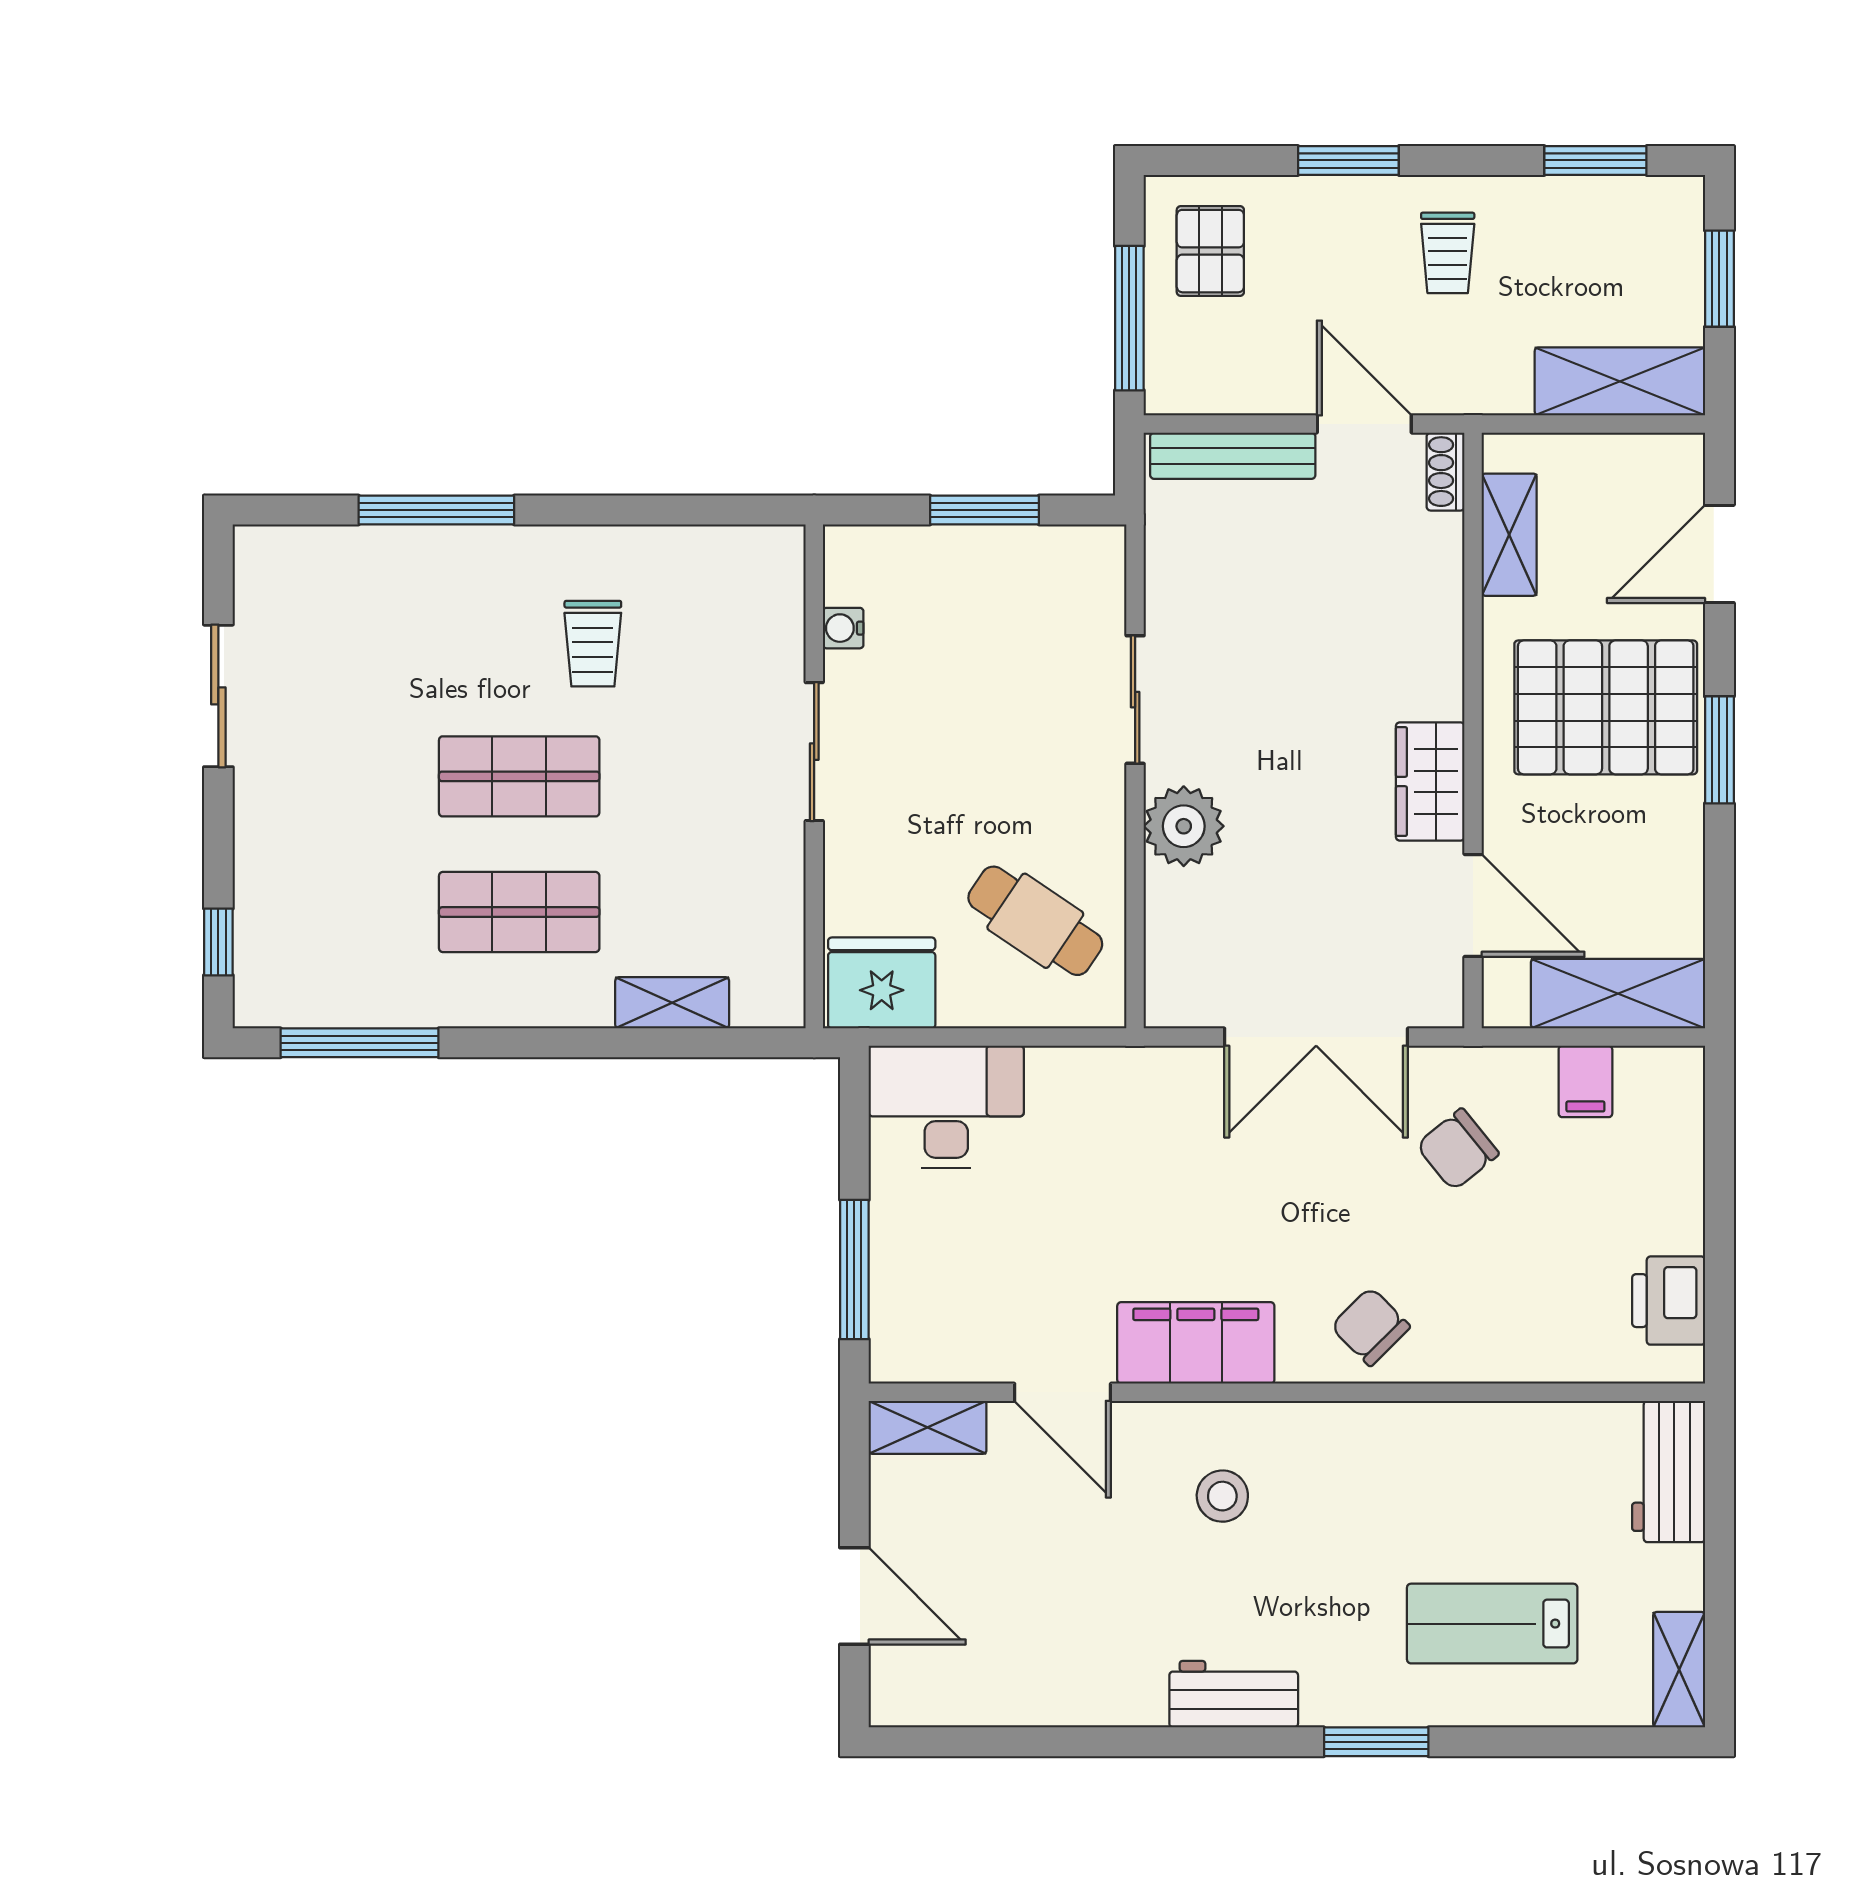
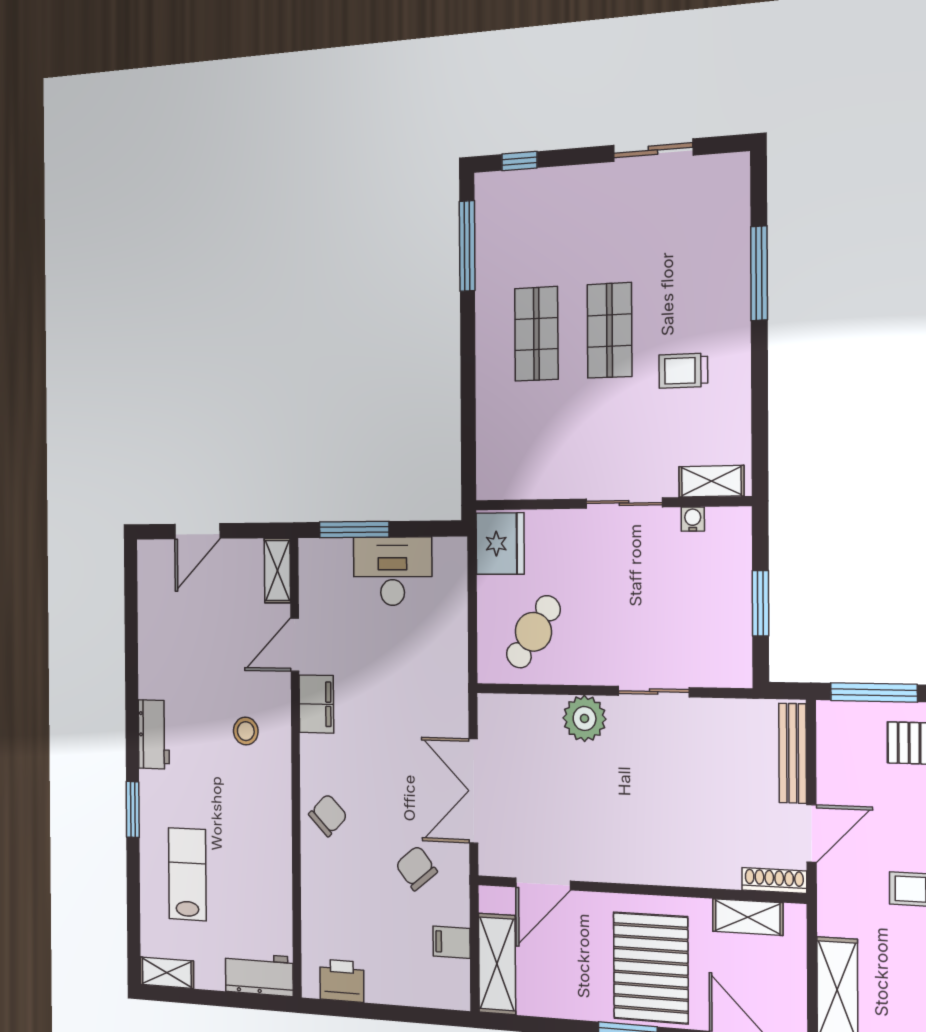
shoe rack: (1446, 472) -> (774, 880), width x1.43
wardrobe: (1430, 782) -> (610, 863), removed
shelving: (672, 1003) -> (711, 481), moved, turned 90
desk: (946, 1107) -> (392, 571), moved, turned -90
filing cabinet: (1196, 1343) -> (316, 704), width x0.67, depth x0.86

